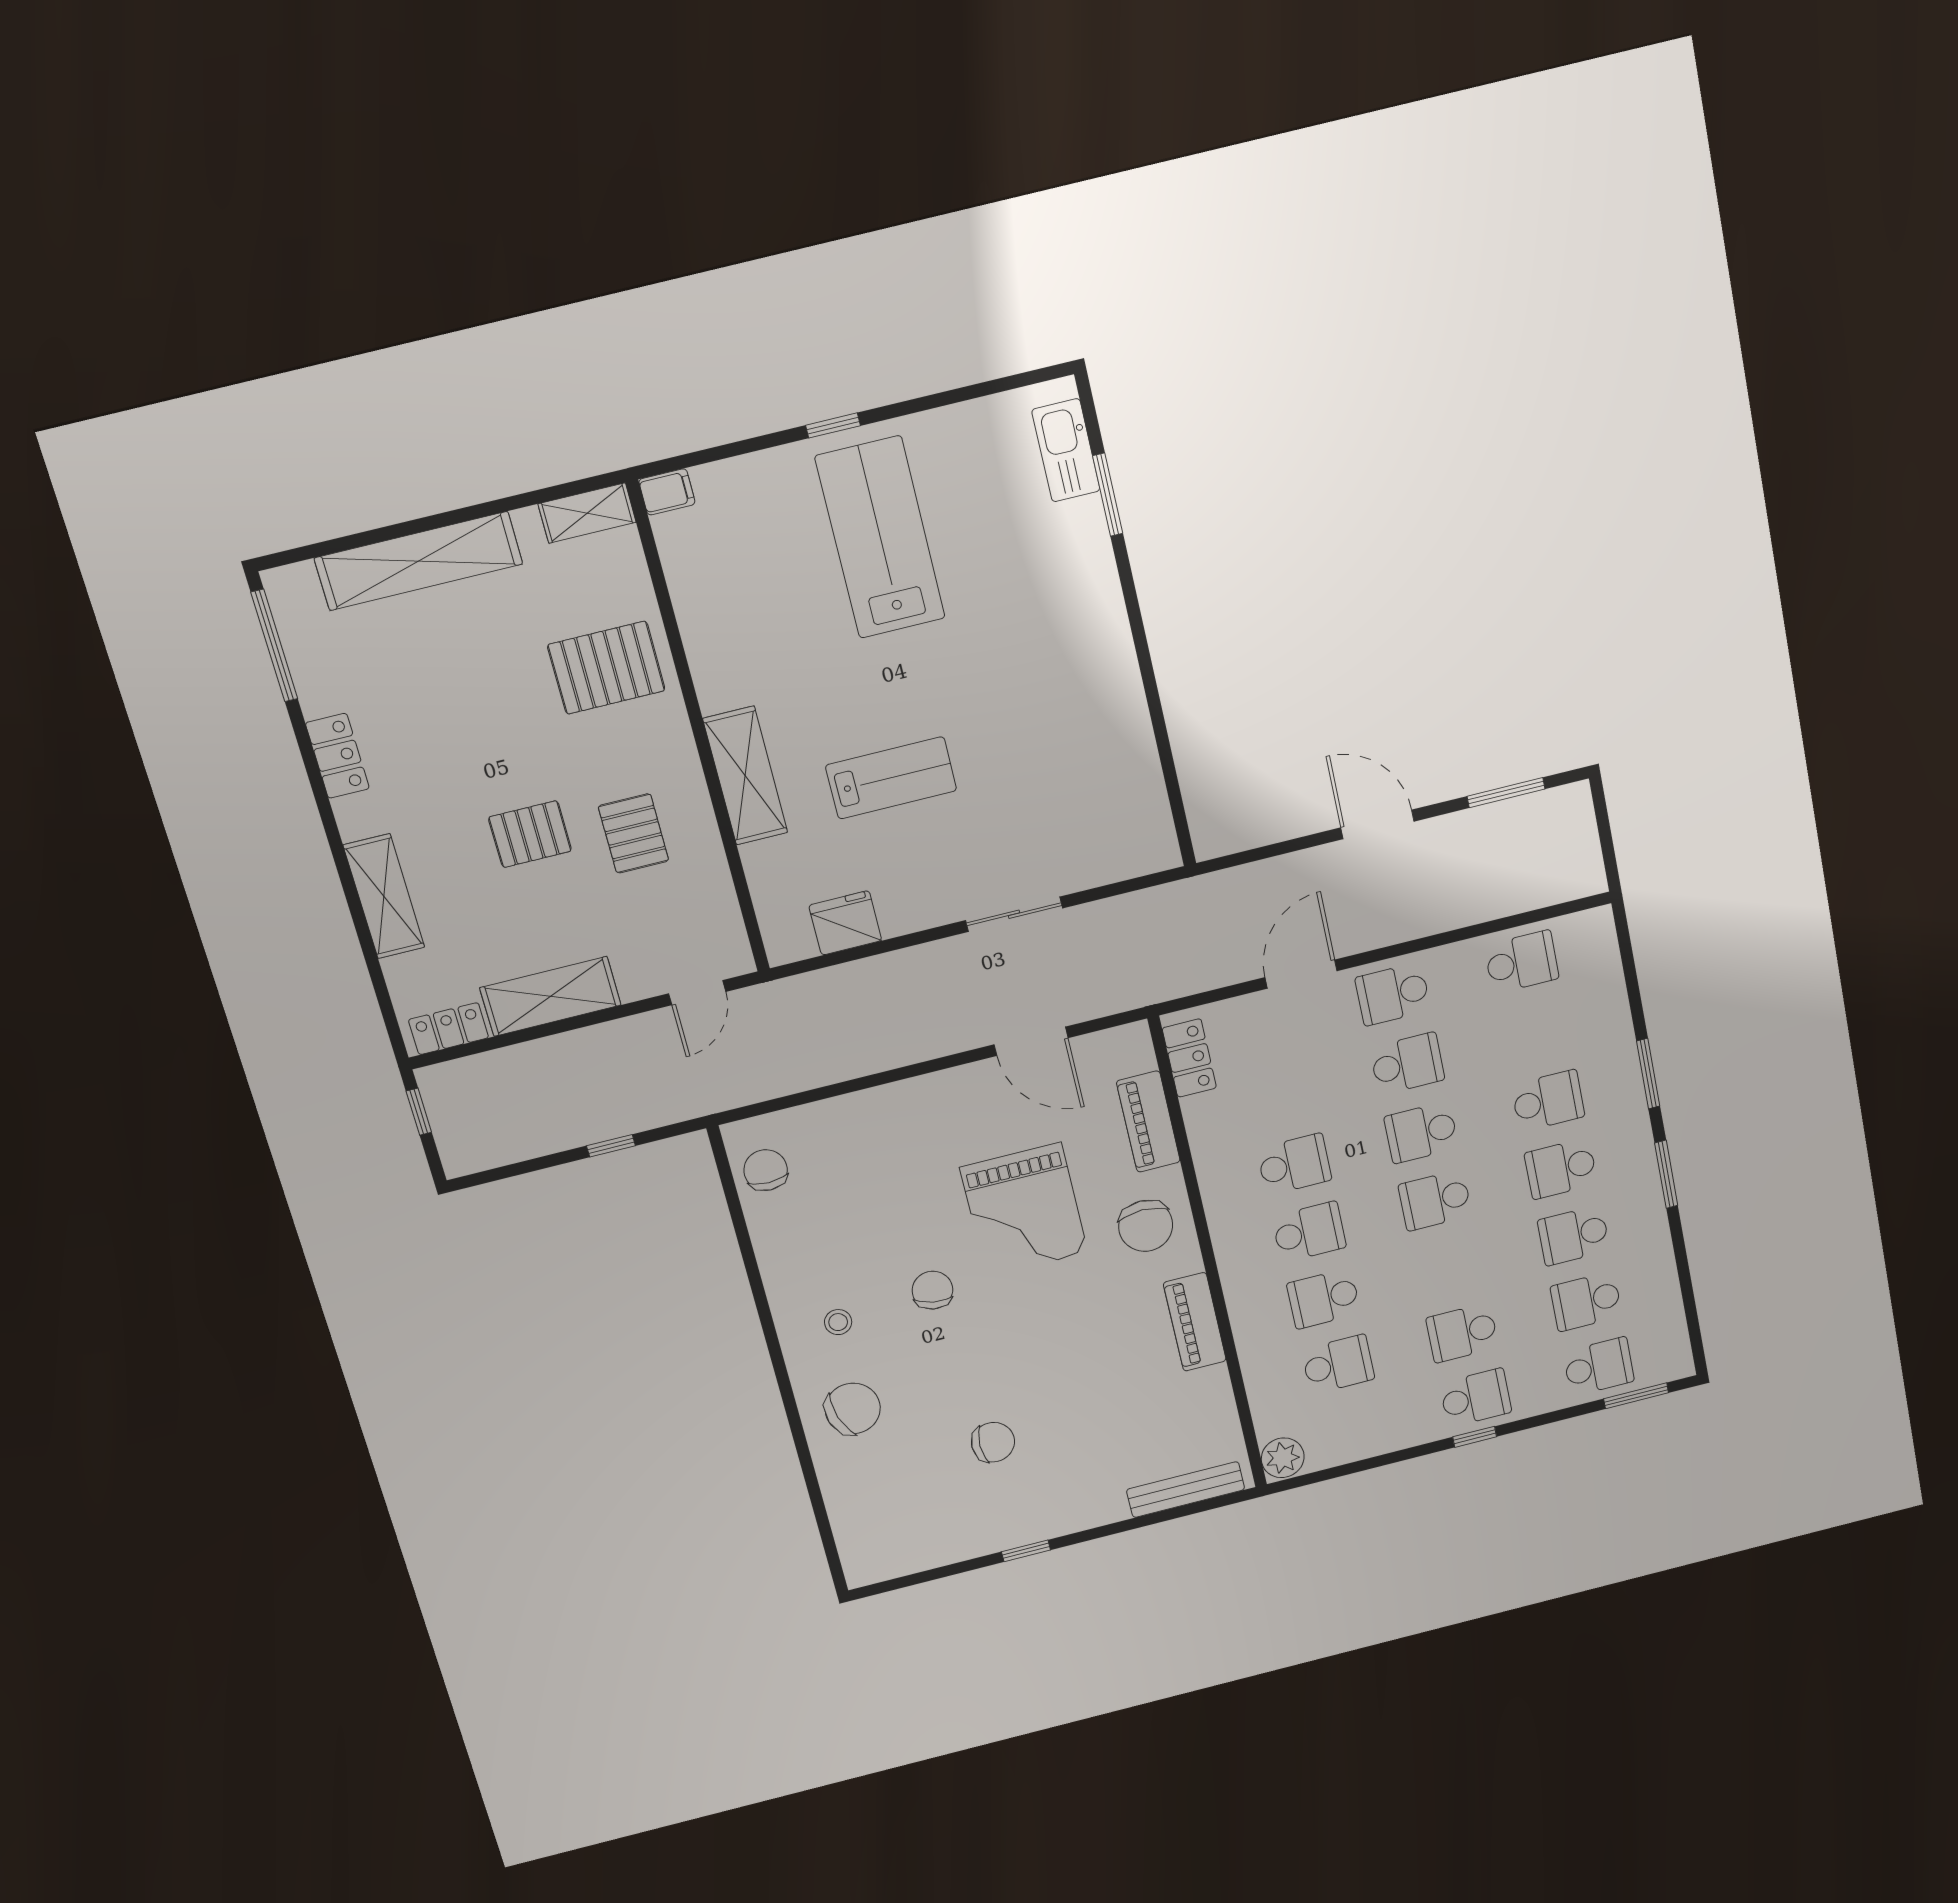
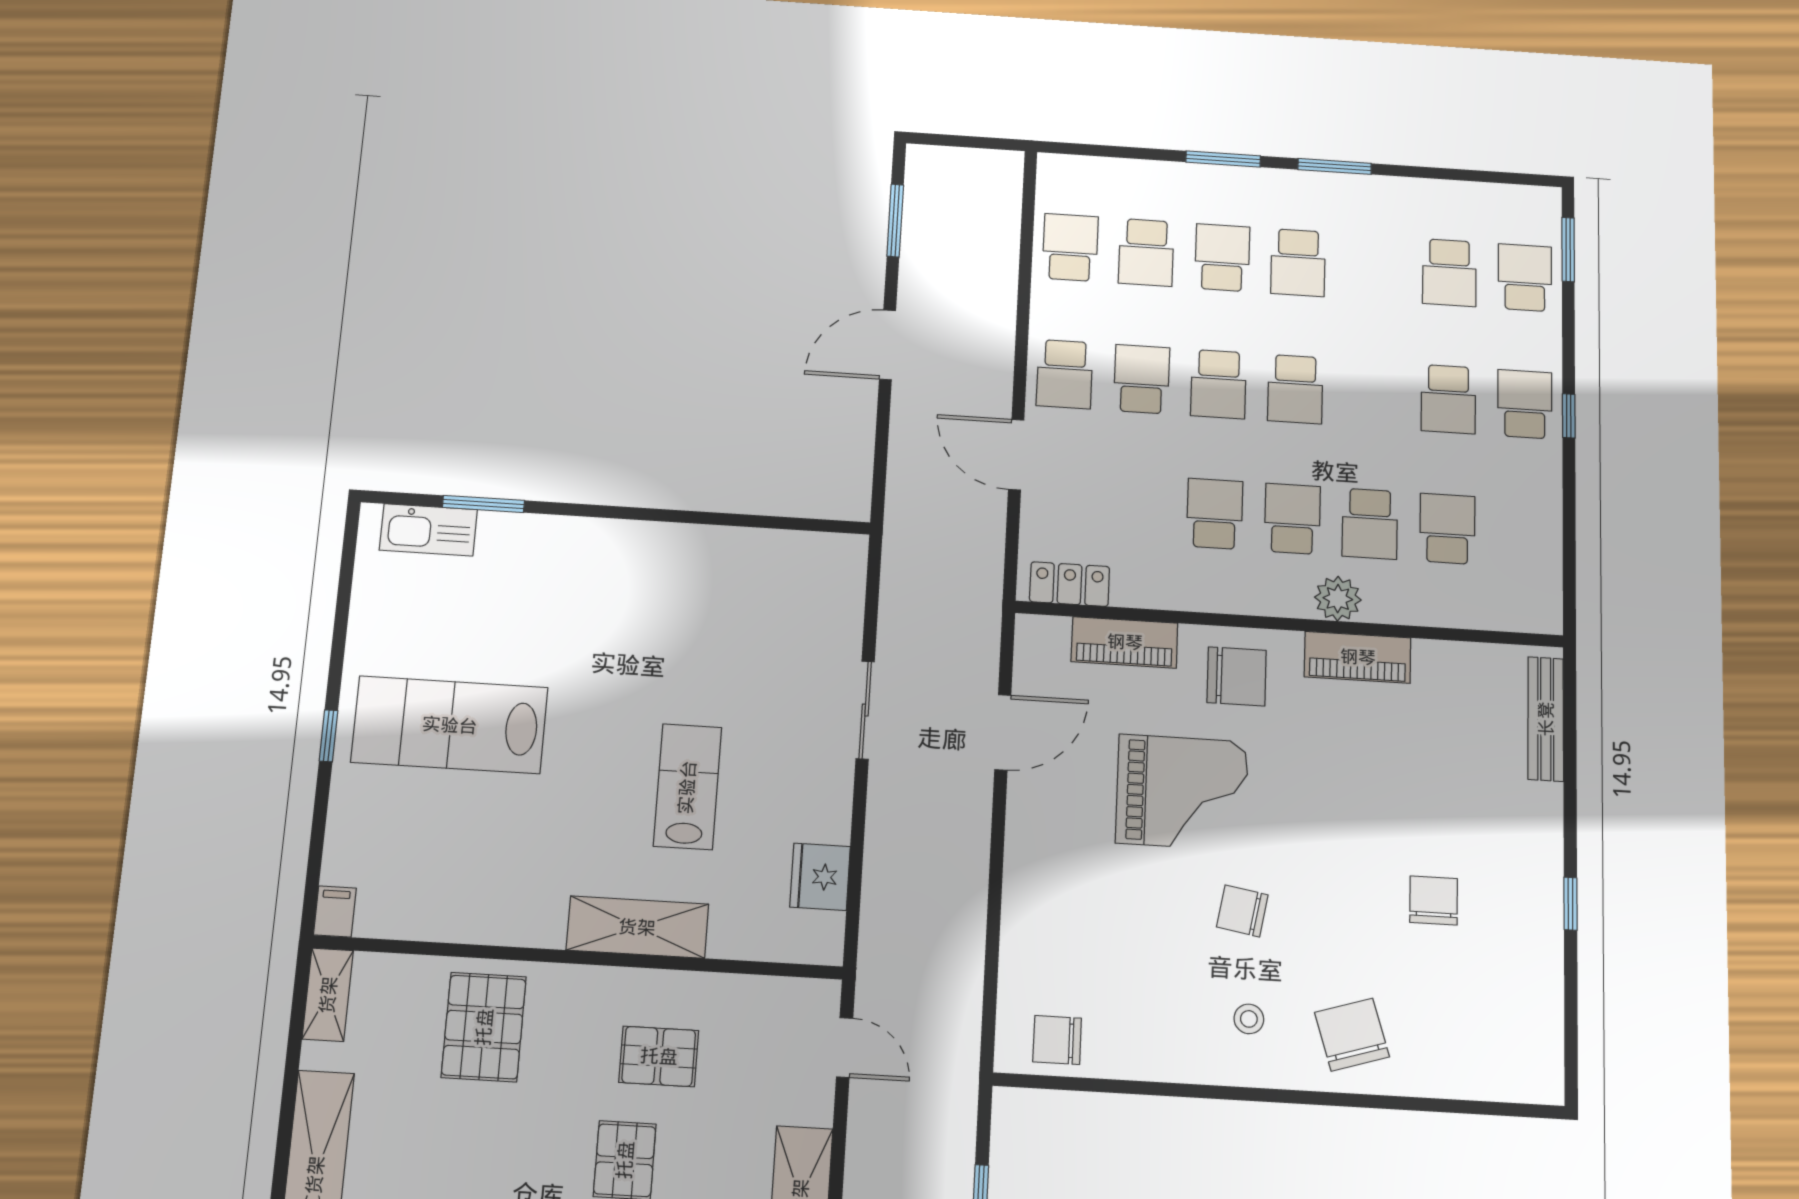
school desk: (1574, 1235) -> (1146, 253), moved
plant: (1283, 1458) -> (1338, 599), moved

